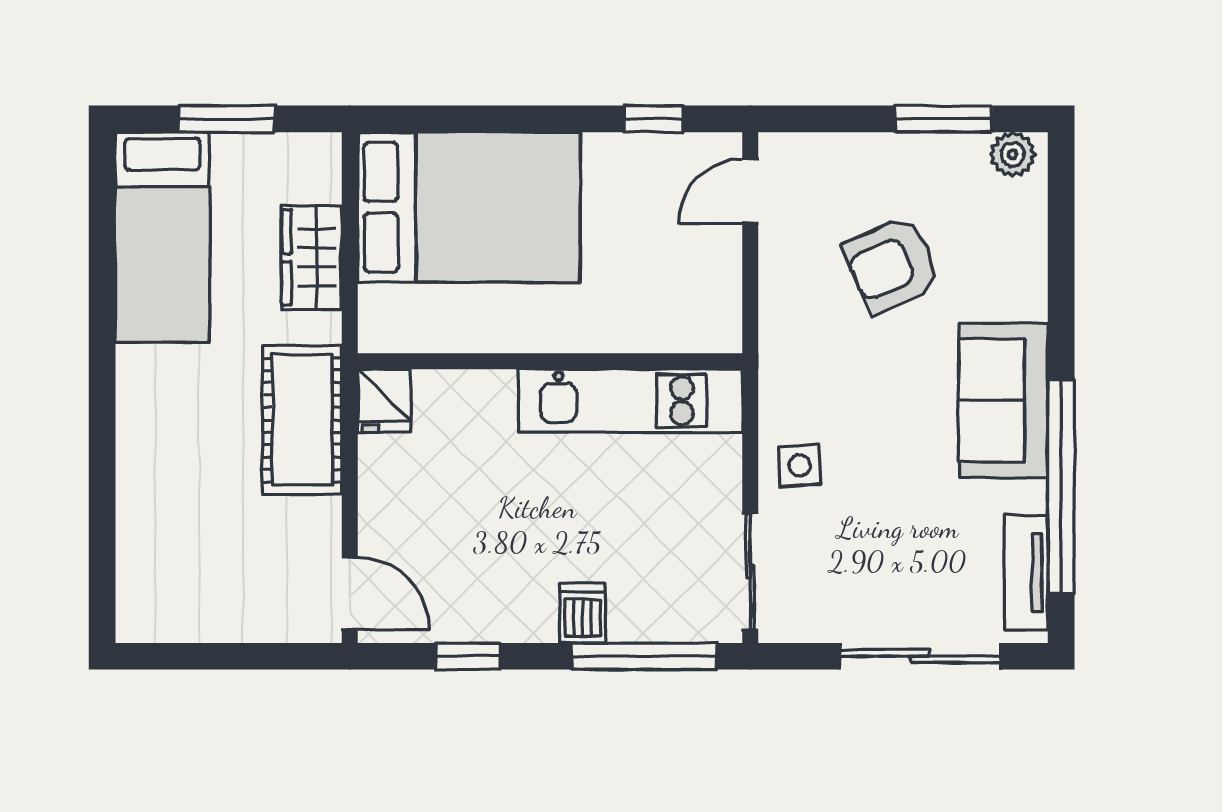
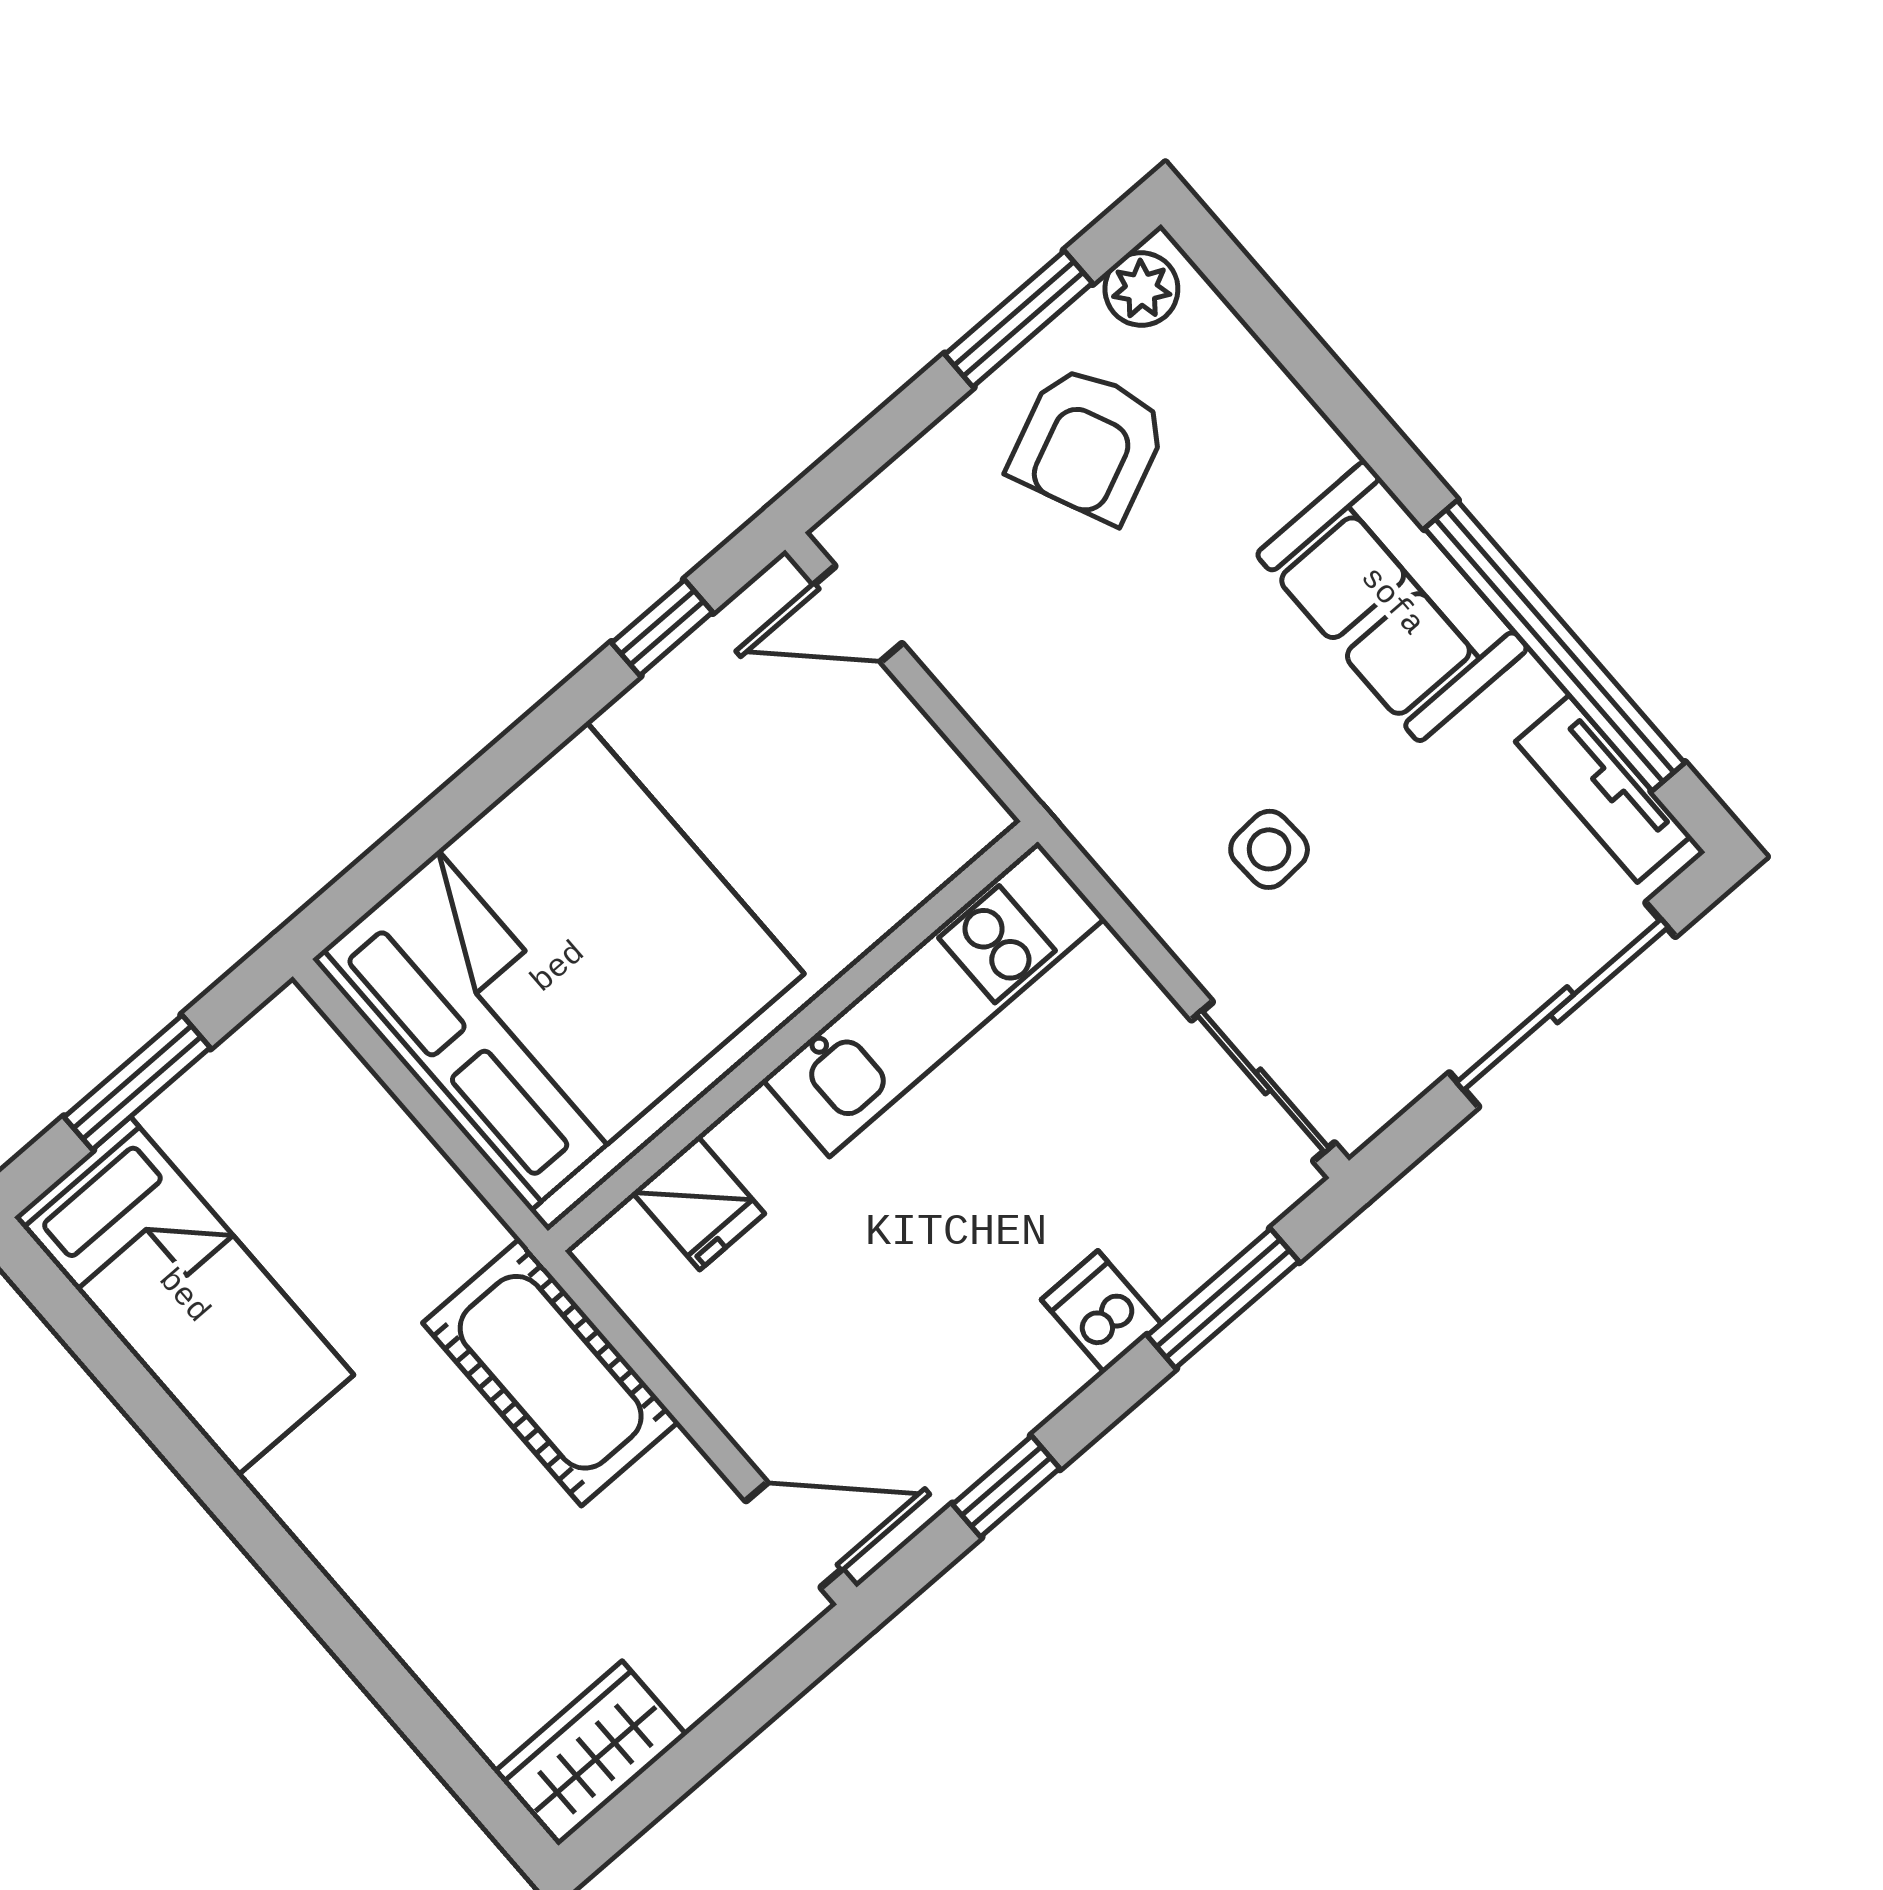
door: (750, 191) -> (858, 614), hinge flipped
bed: (469, 207) -> (558, 967), width x1.36
wardrobe: (312, 257) -> (590, 1753), moved, turned 90
armchair: (892, 265) -> (1089, 443), moved
fridge: (384, 401) -> (699, 1203), moved
side table: (799, 465) -> (1269, 849), moved
window: (644, 656) -> (1223, 1298), width x0.69

